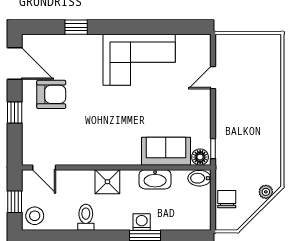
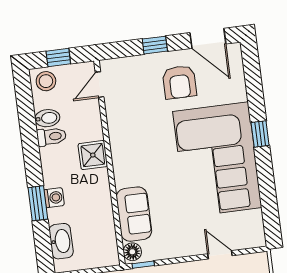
window: (76, 27) -> (260, 134), moved
corner sofa: (139, 60) -> (217, 160), width x1.36, depth x1.36
door: (15, 63) -> (208, 38), hinge flipped
bidet: (199, 178) -> (47, 118), moved, turned 90
washbasin: (155, 179) -> (61, 241), moved, turned 180

